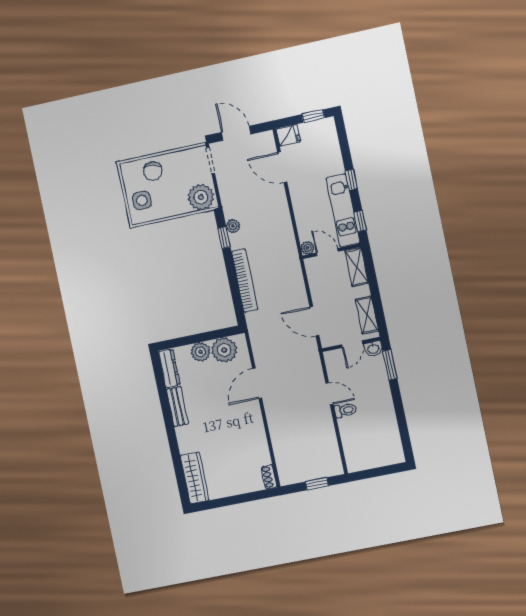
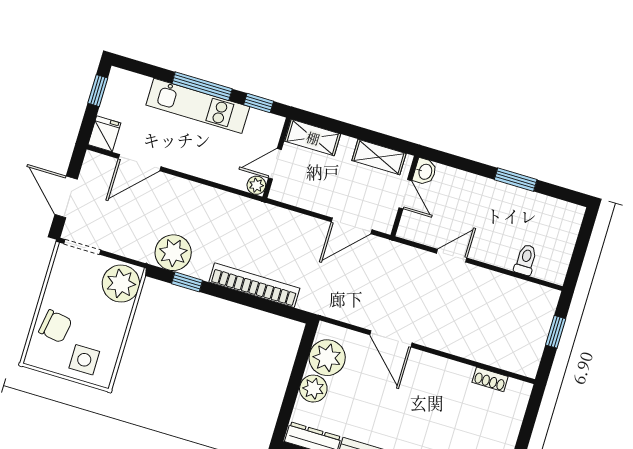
door: (236, 133) -> (66, 197), hinge flipped
window: (351, 180) -> (202, 86), width x2.17
kitchen unit: (343, 211) -> (198, 106), moved
plant: (233, 226) -> (173, 253), width x1.88, depth x1.88
window: (390, 365) -> (516, 180), moved
toilet: (345, 410) -> (526, 260), moved
shoe rack: (269, 477) -> (490, 379), moved

